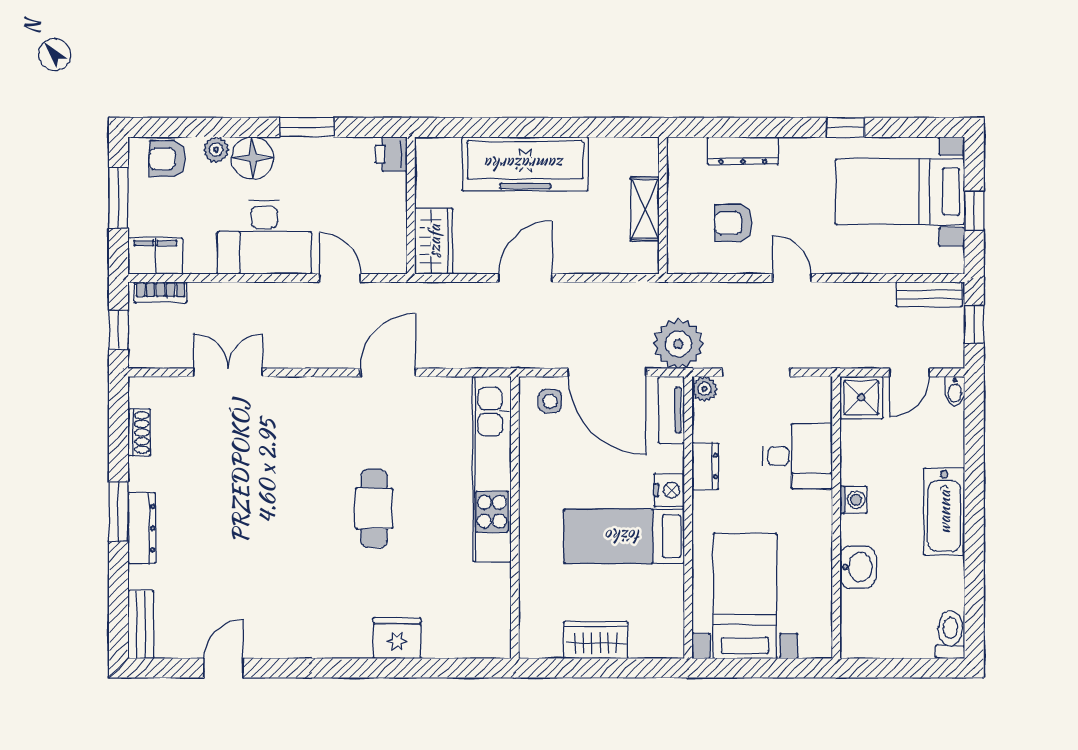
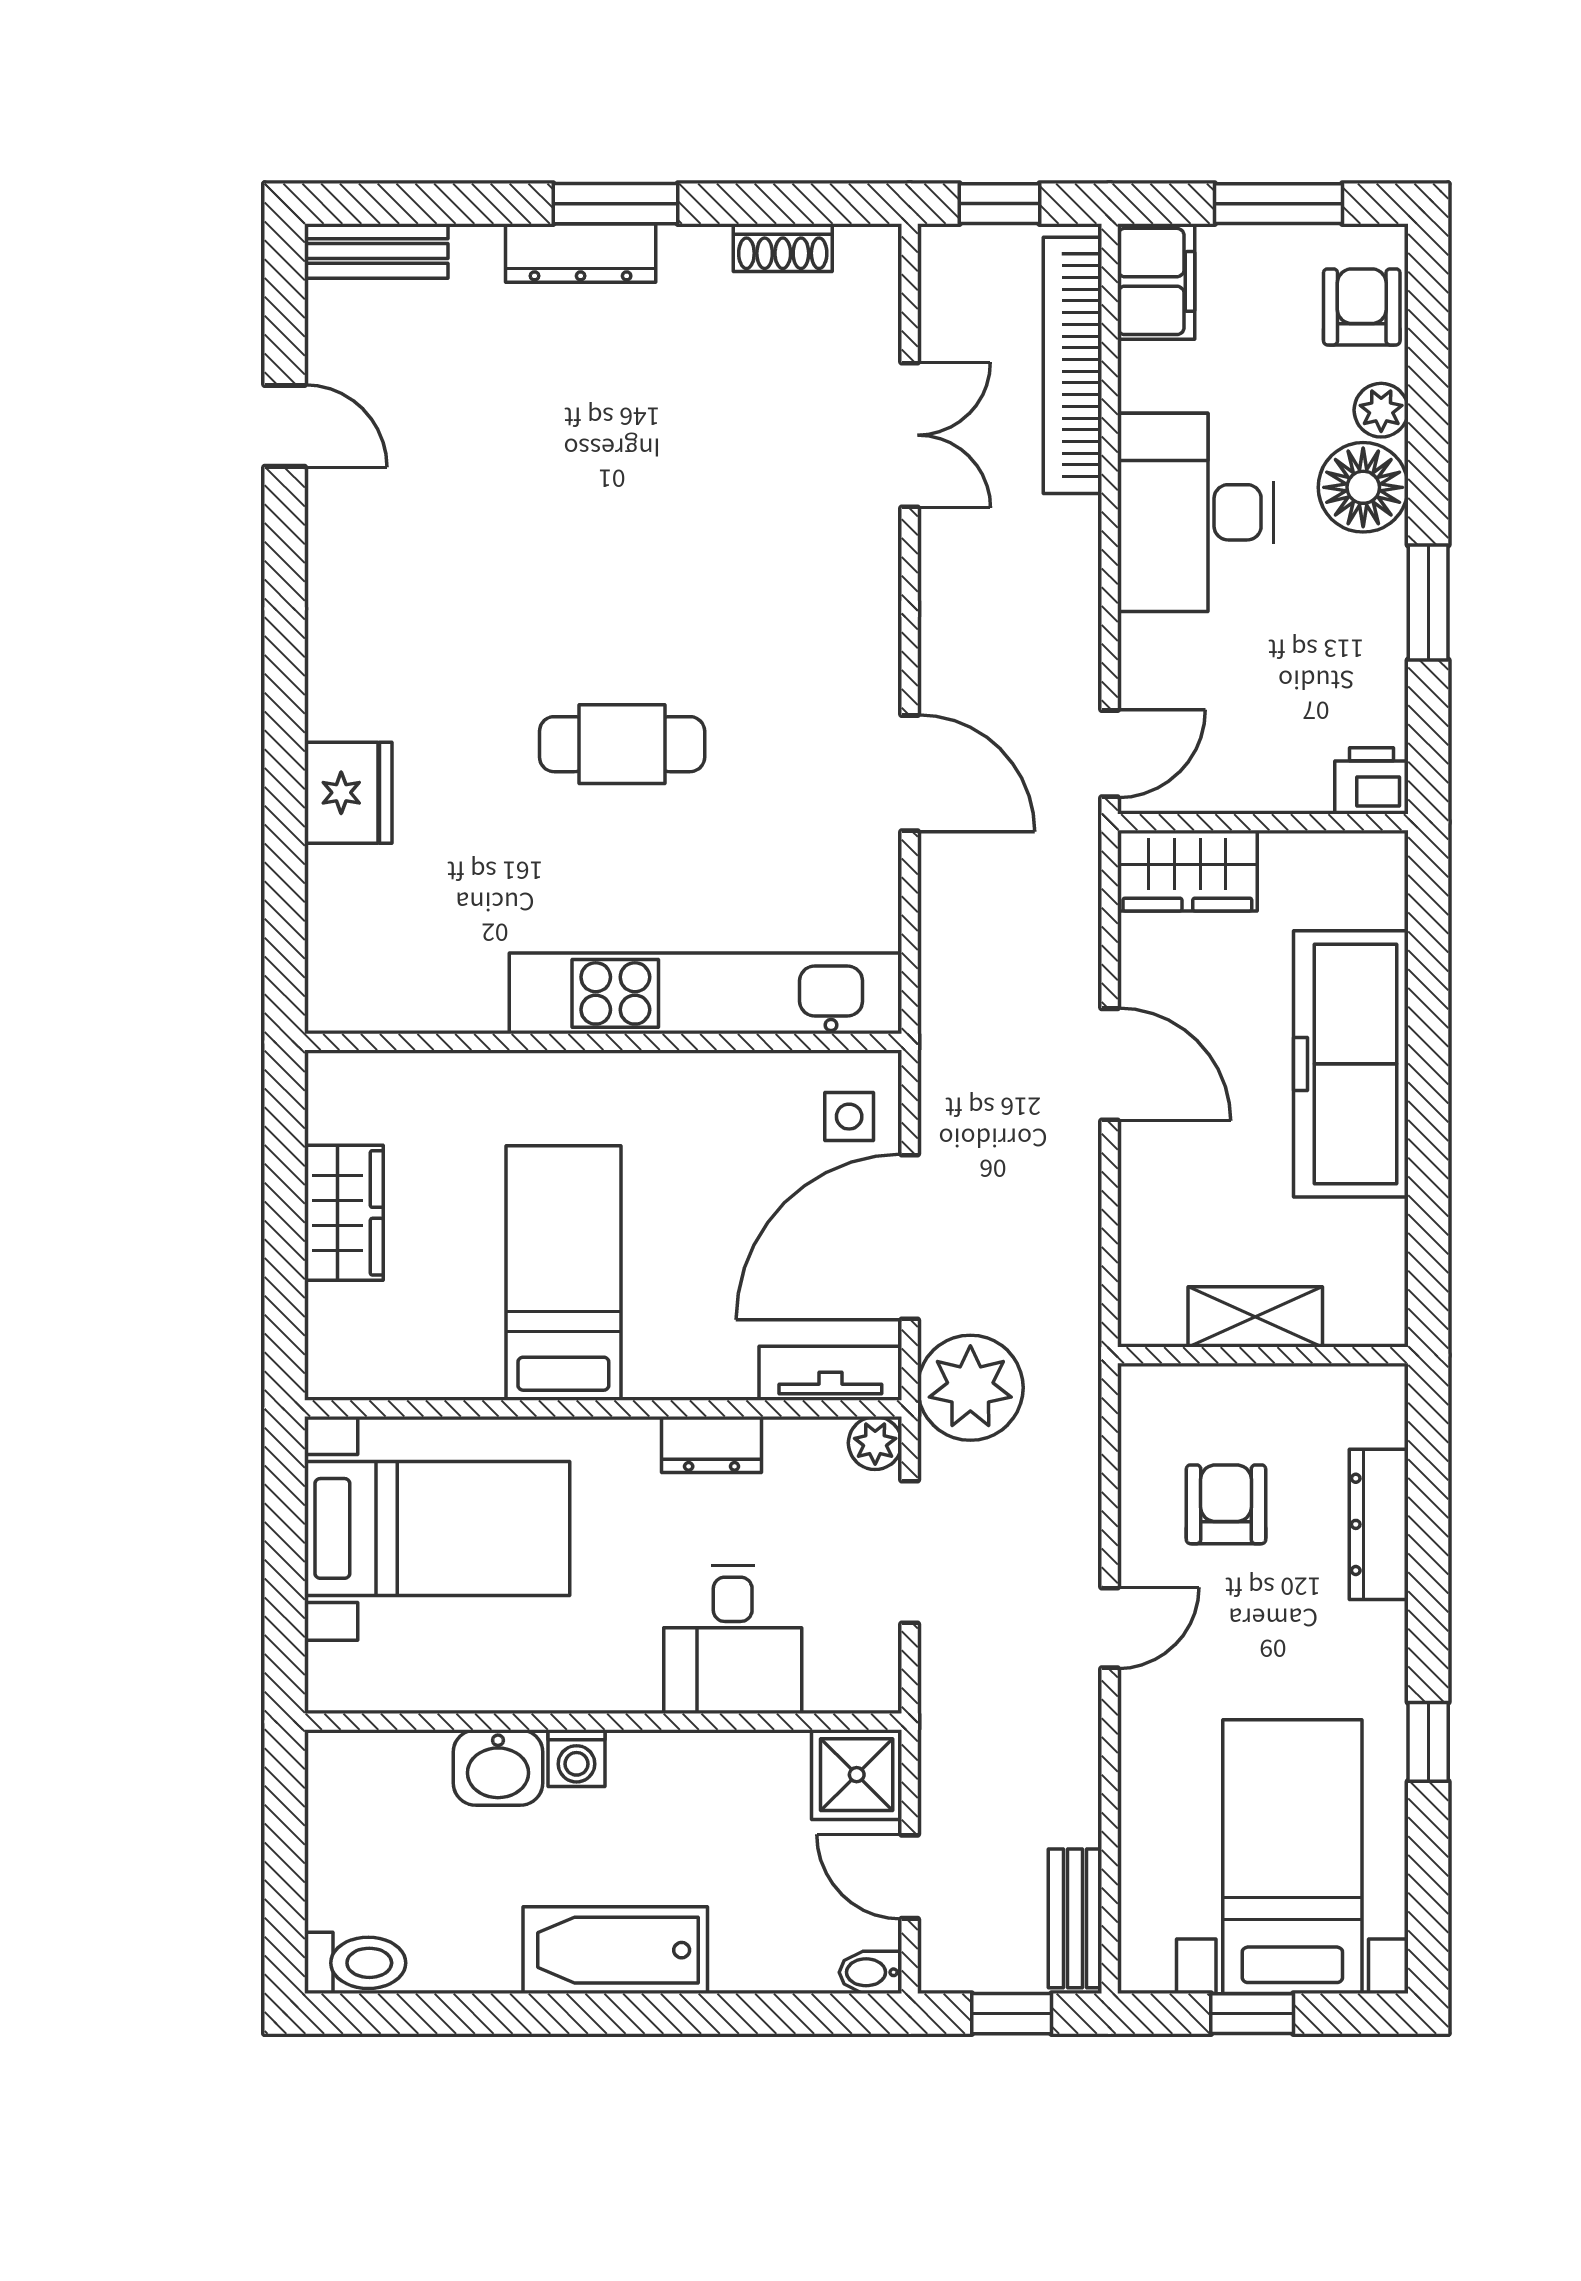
door: (340, 278) -> (1110, 754), moved
bookcase: (161, 292) -> (1072, 365), width x2.31, depth x1.31
nightstand: (669, 490) -> (661, 1368), removed
washing machine: (853, 500) -> (577, 1758), moved

